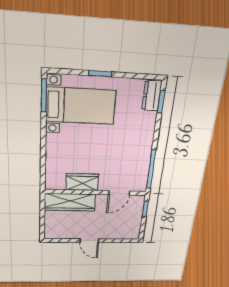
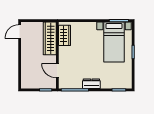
dresser: (152, 96) -> (91, 84), moved
wardrobe: (82, 182) -> (65, 35), moved
door: (89, 241) -> (20, 32), moved

